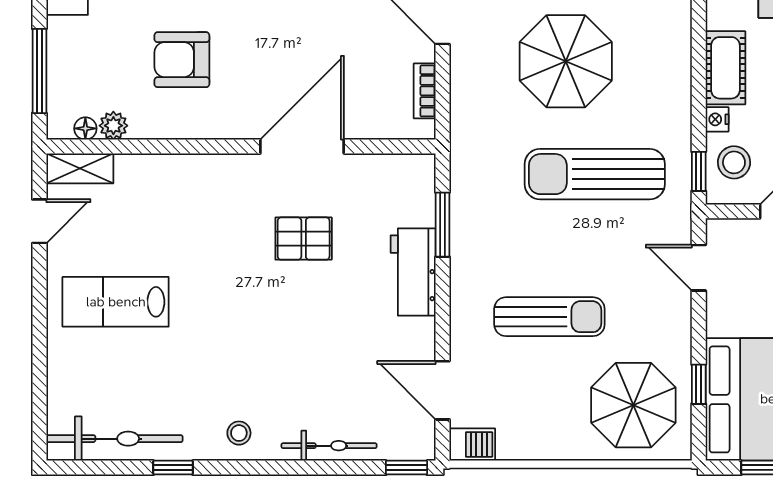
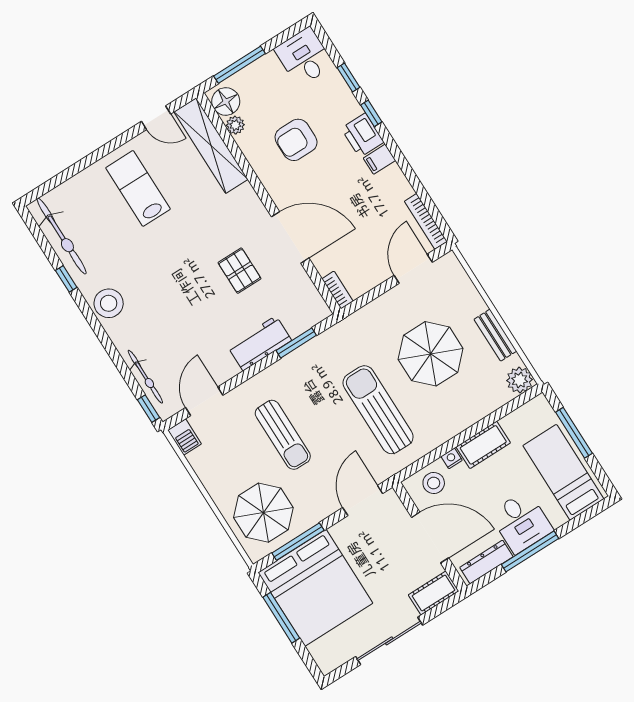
armchair: (182, 60) -> (296, 140), turned -90
bookcase: (425, 91) -> (337, 290), moved, turned 90
floor lamp: (85, 128) -> (226, 101), width x1.89, depth x1.89
shelving: (80, 168) -> (211, 146), width x2.20, depth x1.33
window: (699, 171) -> (416, 467), removed
door: (699, 268) -> (363, 500), width x1.38
window: (699, 384) -> (298, 542), width x2.17
stool: (239, 433) -> (109, 303), width x1.89, depth x1.89
bicycle: (329, 446) -> (145, 377), moved

